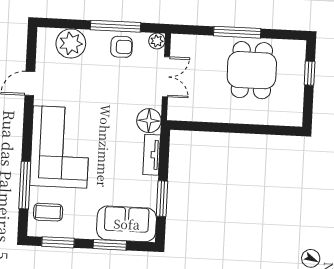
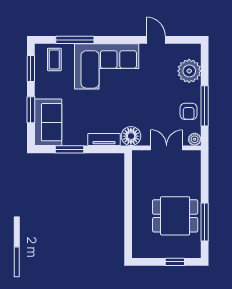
window: (237, 32) -> (205, 222), moved
double door: (166, 77) -> (167, 148), swing flipped

